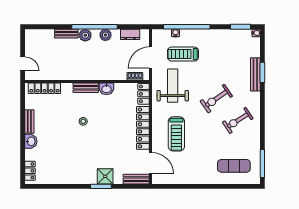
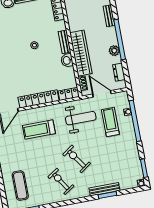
plant: (85, 35) -> (111, 33), removed
wardrobe: (101, 72) -> (81, 53), added

